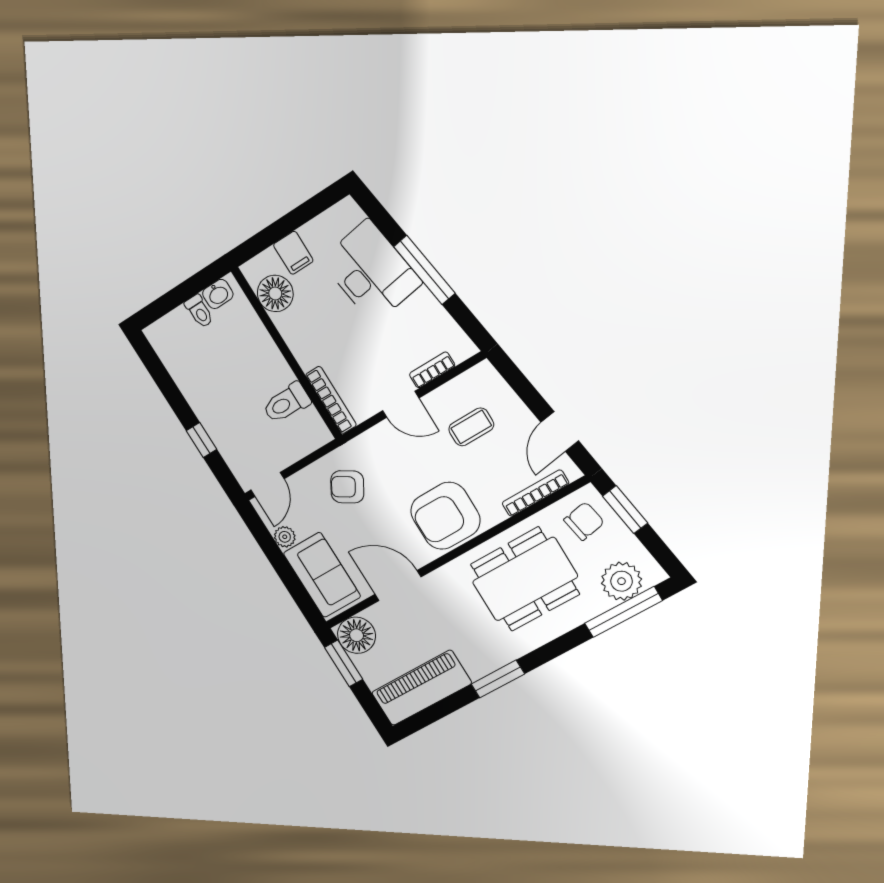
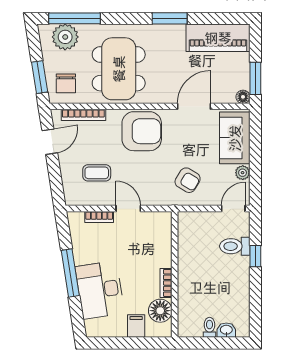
washbasin: (218, 294) -> (226, 330), moved
bookcase: (331, 400) -> (166, 283), moved, width x0.64
toilet: (286, 403) -> (235, 246), moved, turned 180
chair: (584, 521) -> (66, 83), turned -79
dining table: (525, 579) -> (119, 69), turned 90
door: (398, 586) -> (194, 106), swing flipped
floor lamp: (356, 635) -> (243, 97), width x0.53, depth x0.53

